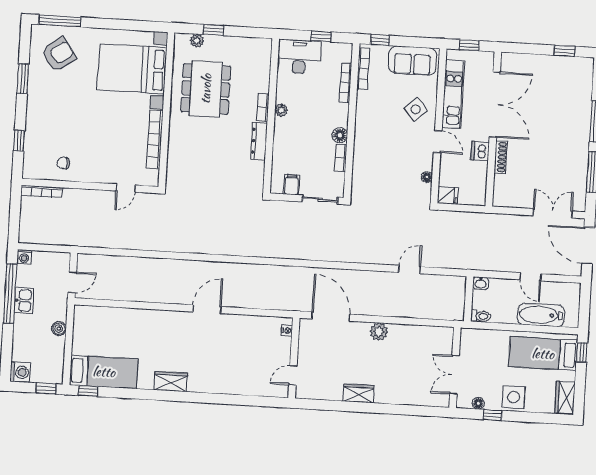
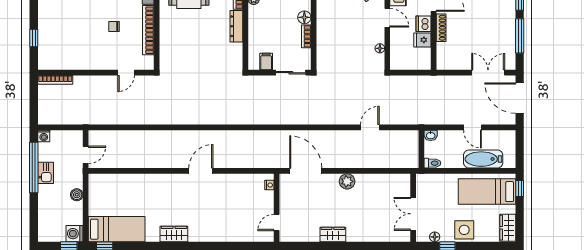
chair: (63, 163) -> (114, 26), moved
fridge: (448, 195) -> (422, 40), moved, turned 180
washing machine: (20, 372) -> (75, 234), moved, turned 180

